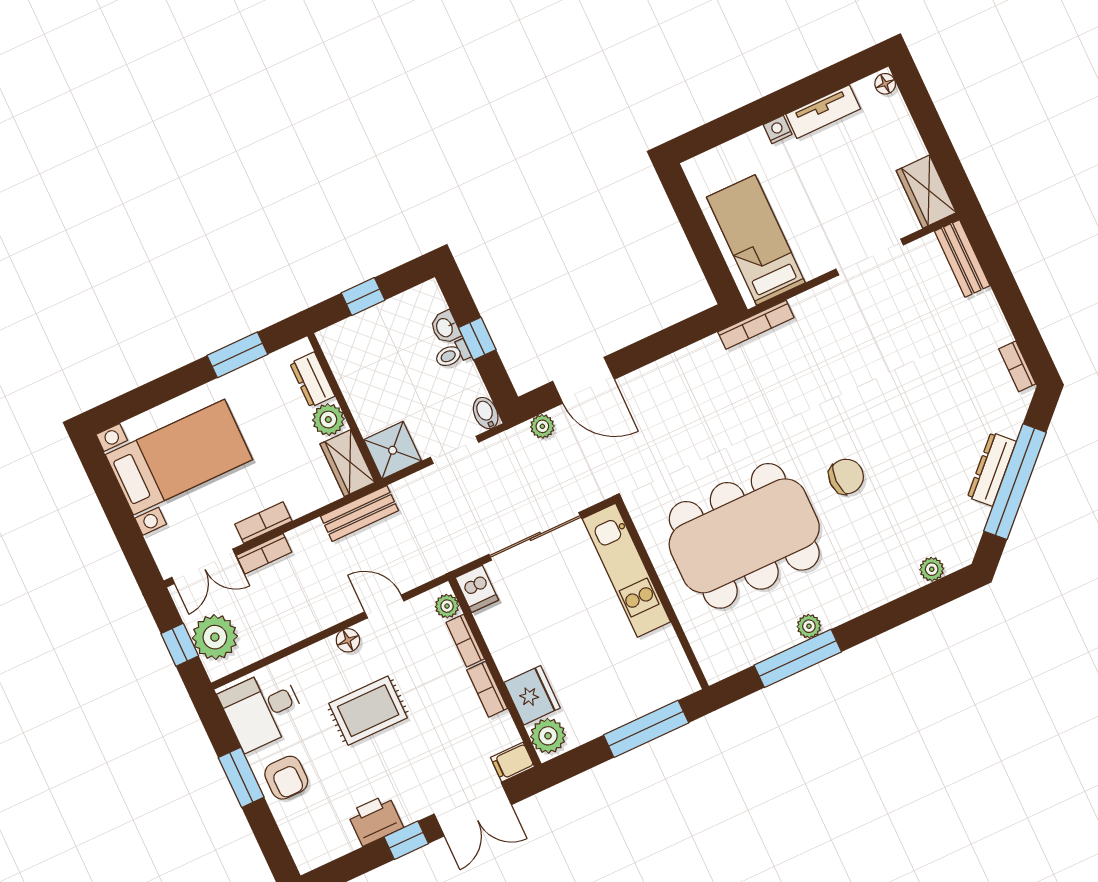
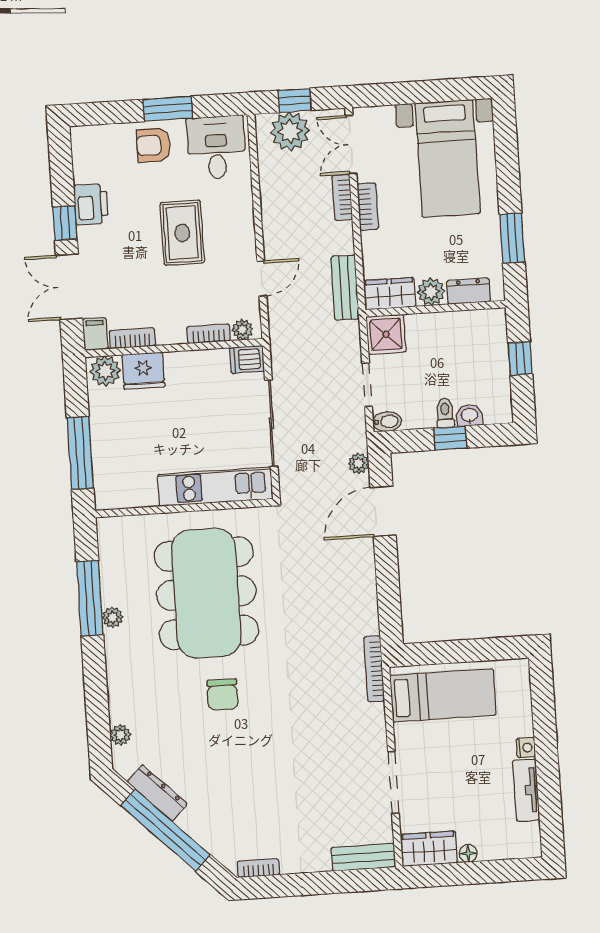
floor lamp: (885, 84) -> (468, 853), moved
dresser: (992, 469) -> (157, 793), moved
floor lamp: (348, 640) -> (246, 238), removed
bookcase: (487, 689) -> (132, 338), moved

